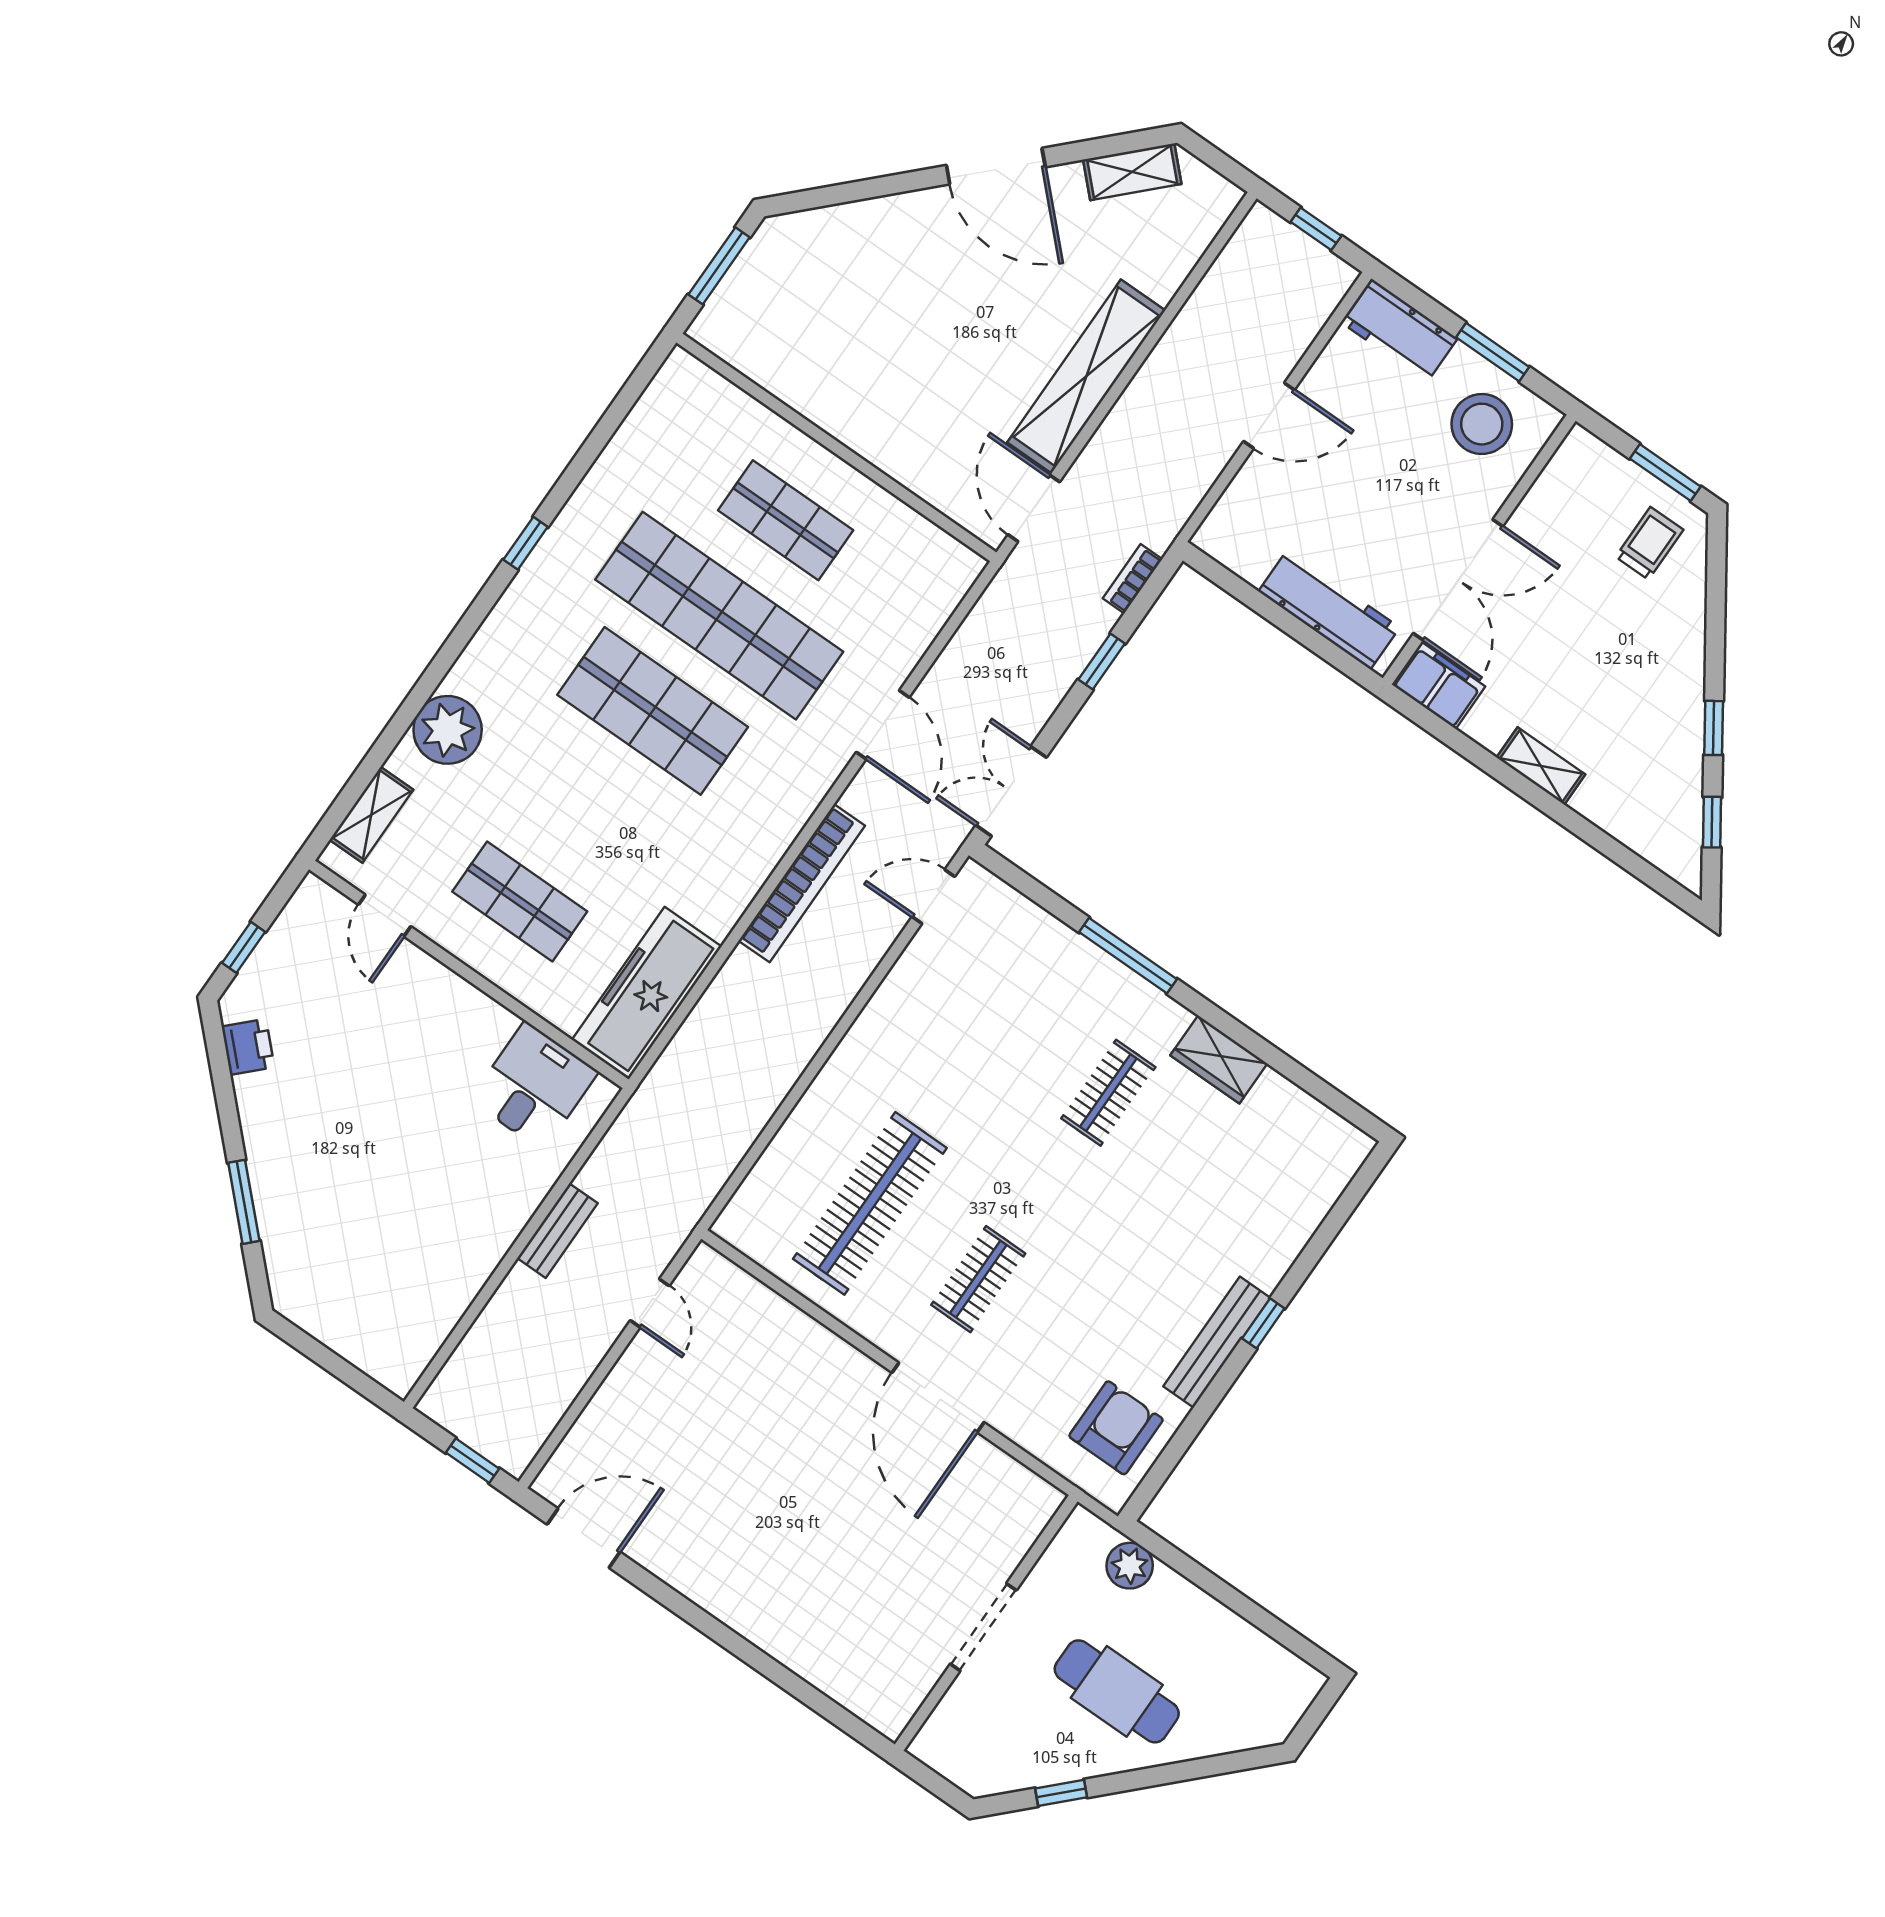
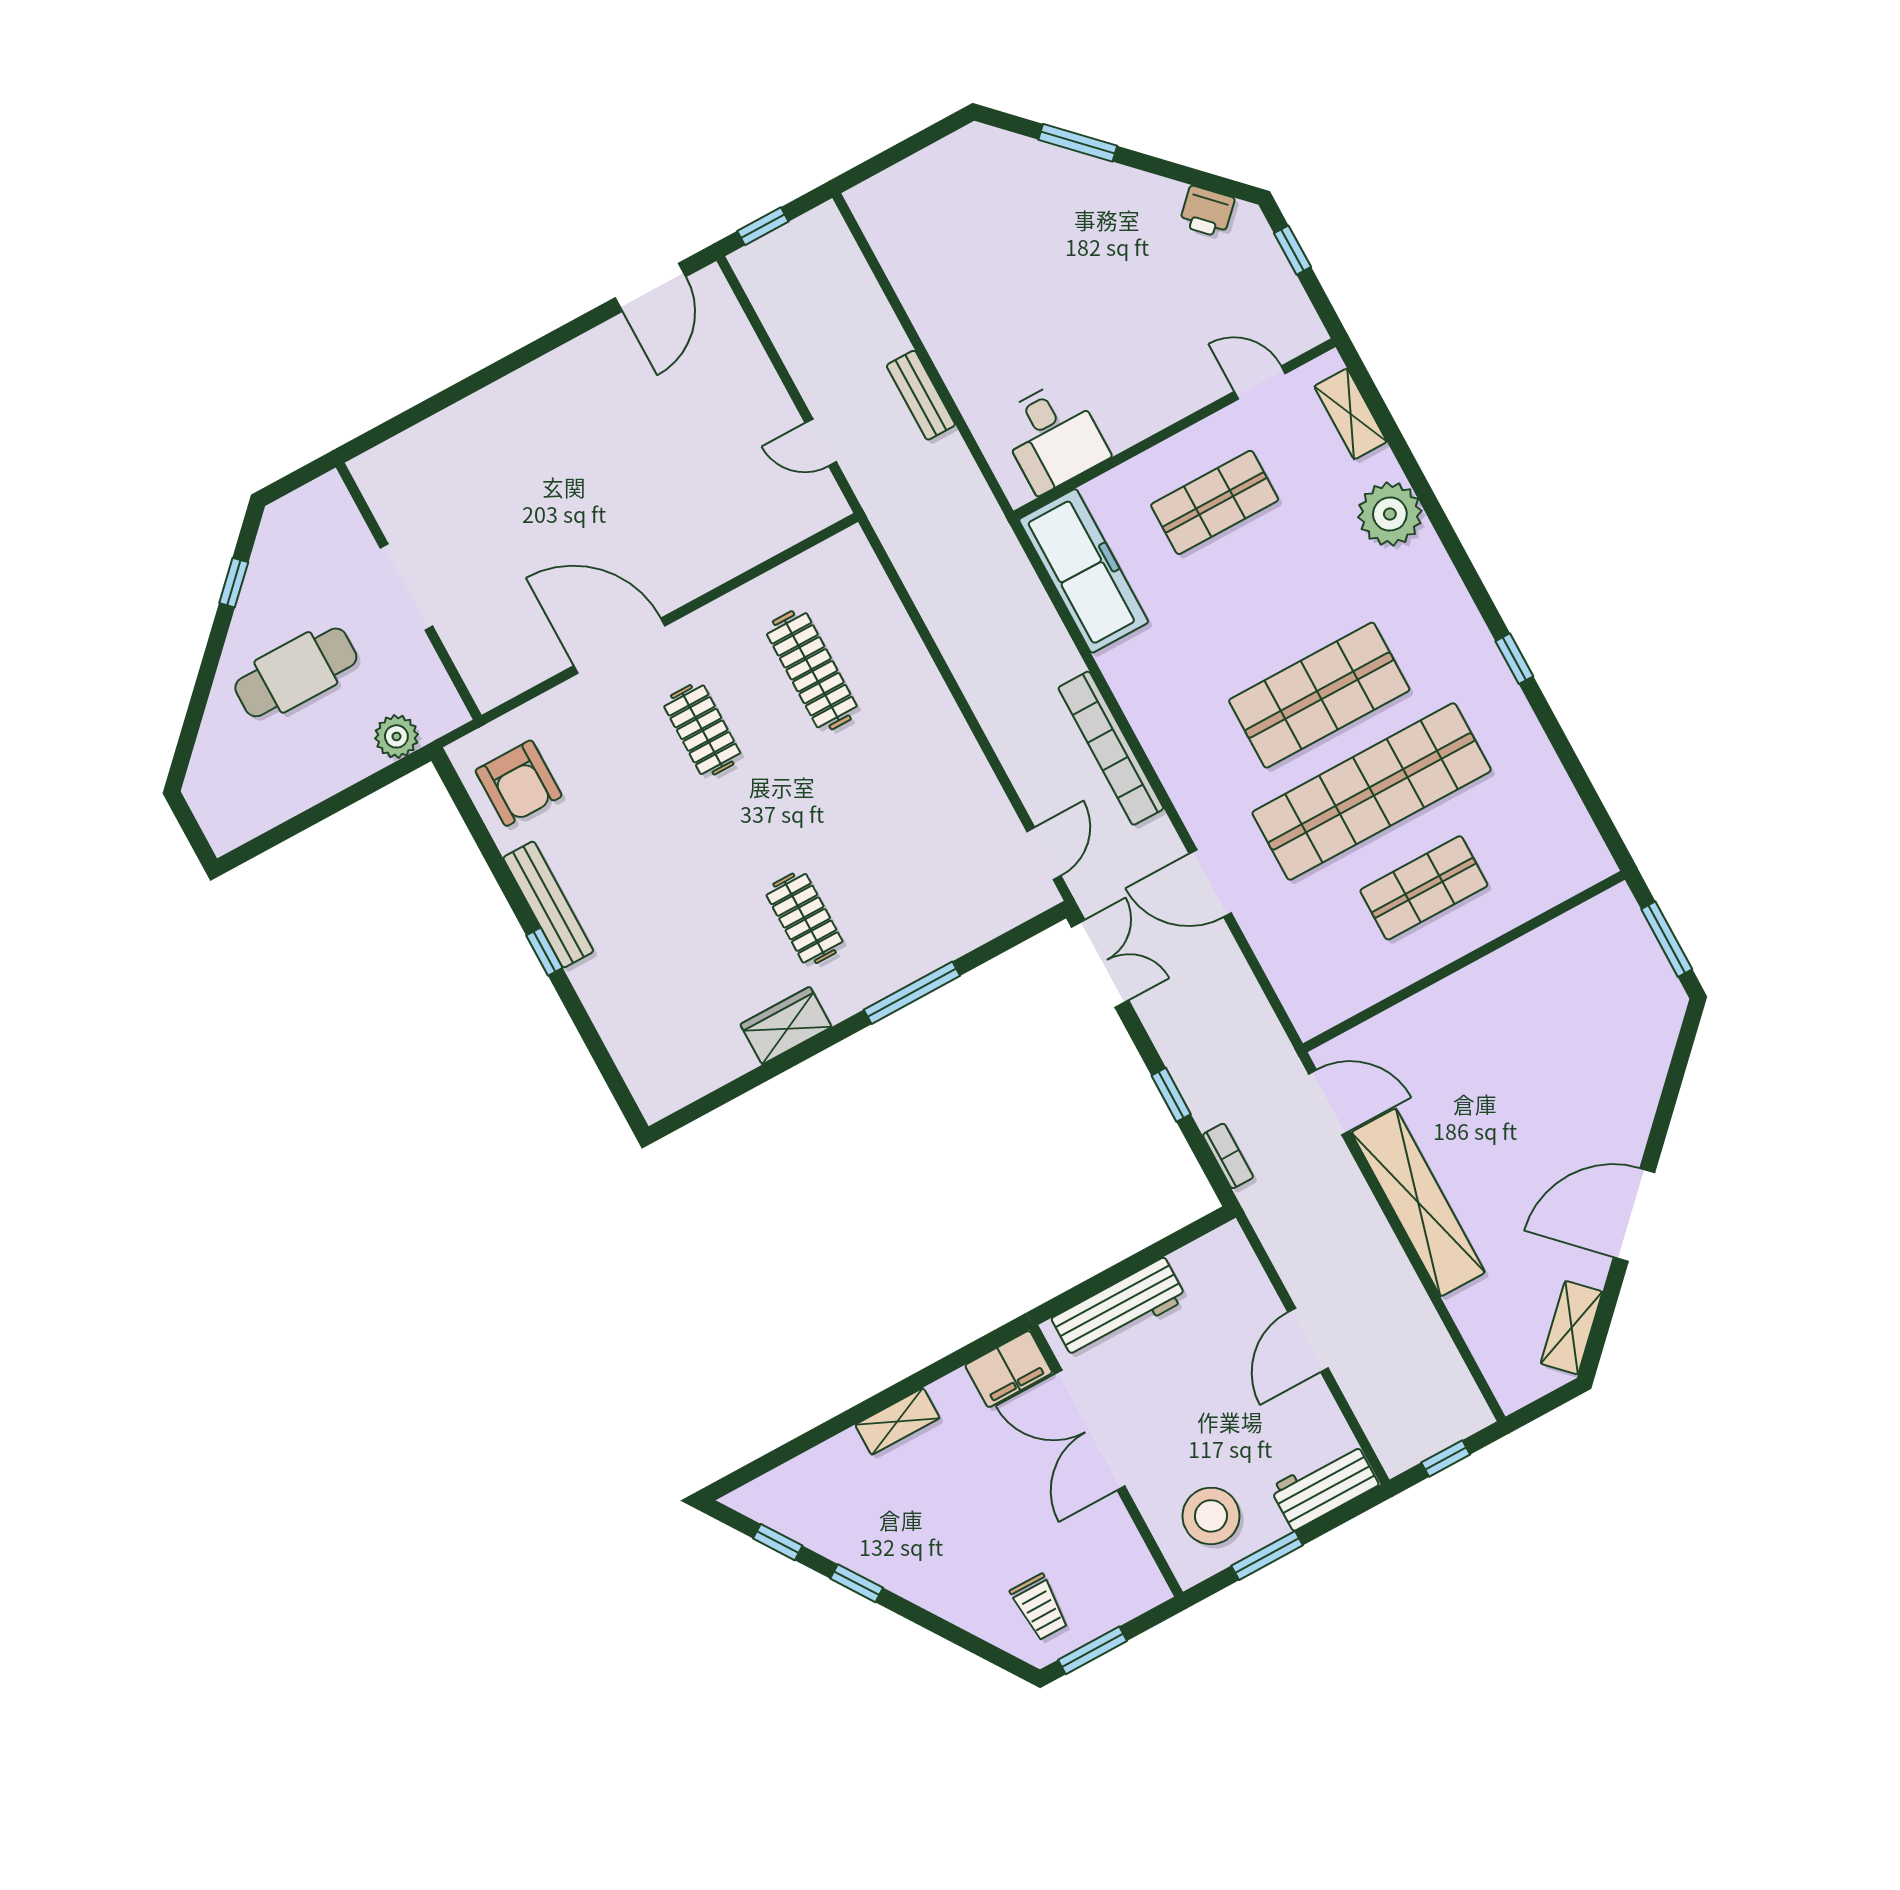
clothes rail: (870, 1203) -> (812, 670), width x0.73, depth x0.76

